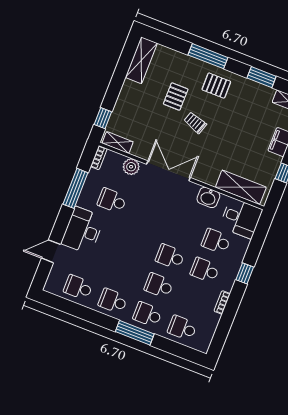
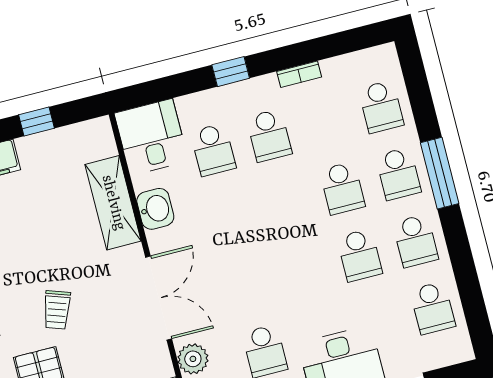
double door: (168, 171) -> (159, 298), swing flipped
shelving: (241, 187) -> (113, 203), moved
school desk: (170, 257) -> (360, 255), moved

